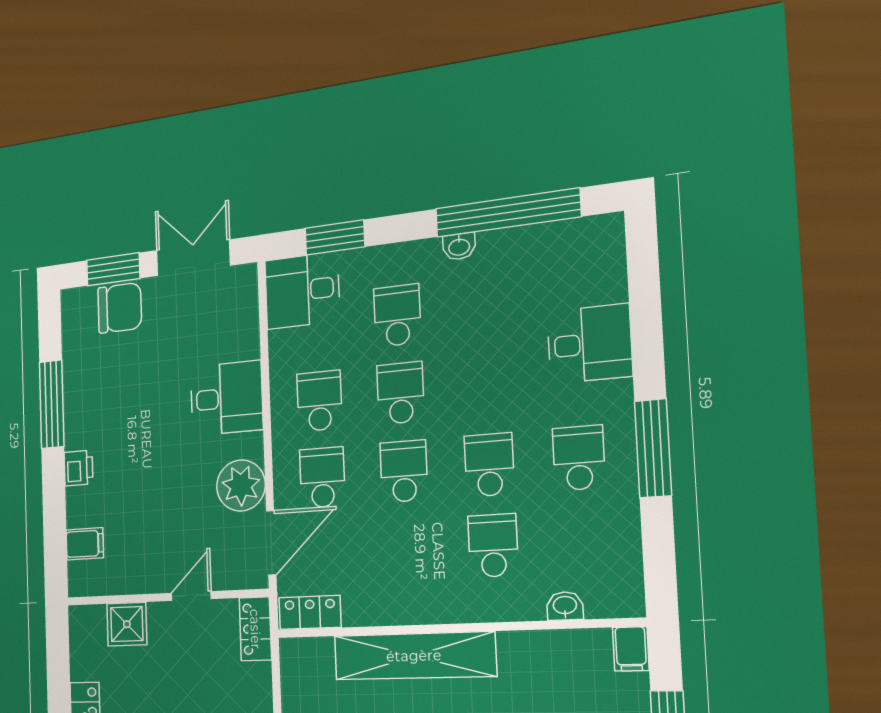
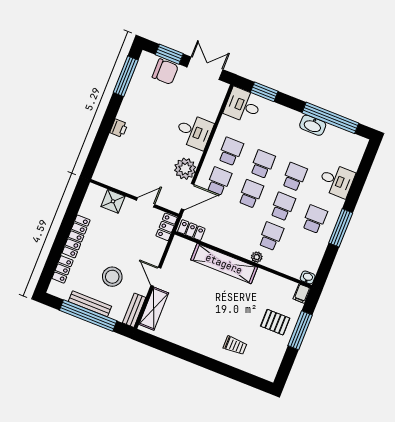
washbasin: (459, 247) -> (313, 125), width x1.91, depth x1.45
school desk: (397, 315) -> (294, 177), moved
window: (52, 404) -> (126, 76), moved
filing cabinet: (85, 544) -> (108, 161), removed
washbasin: (565, 606) -> (308, 277), moved
plant: (482, 608) -> (257, 257), added

